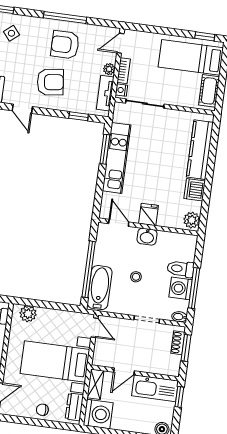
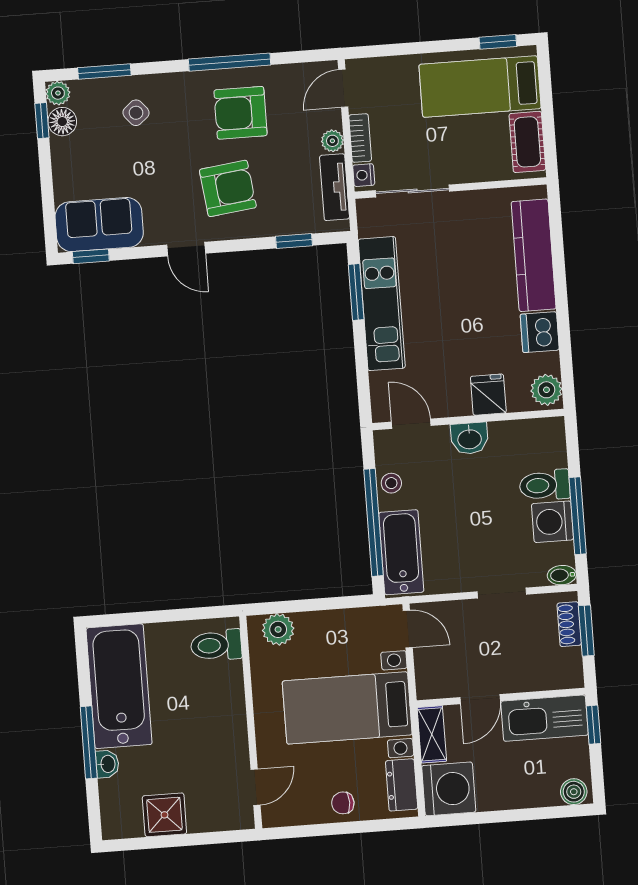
fridge: (149, 214) -> (488, 395), moved
stool: (136, 277) -> (391, 483), moved

